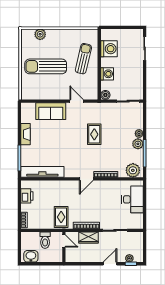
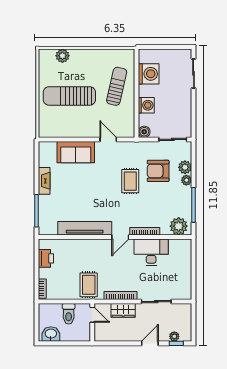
armchair: (116, 126) -> (158, 171), added
plant: (138, 144) -> (185, 167), moved
tv unit: (42, 172) -> (85, 228), moved
desk: (133, 199) -> (151, 252), moved, turned -90

